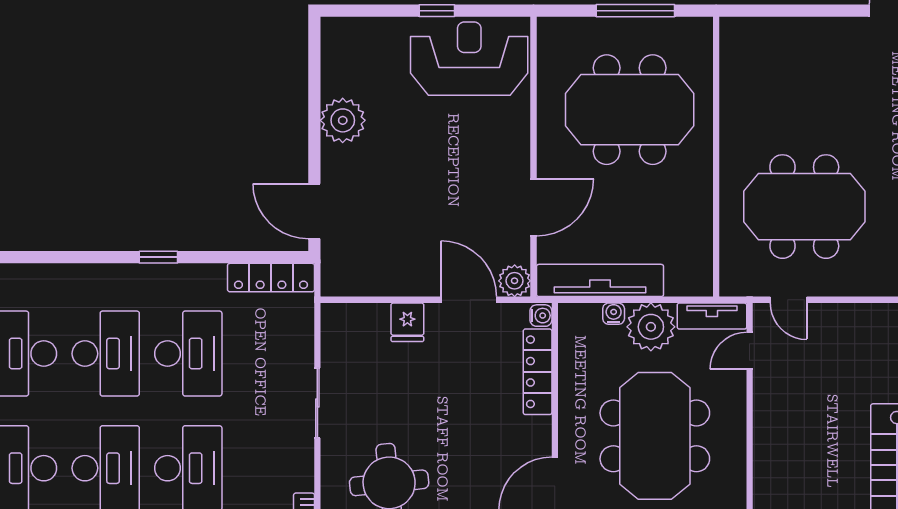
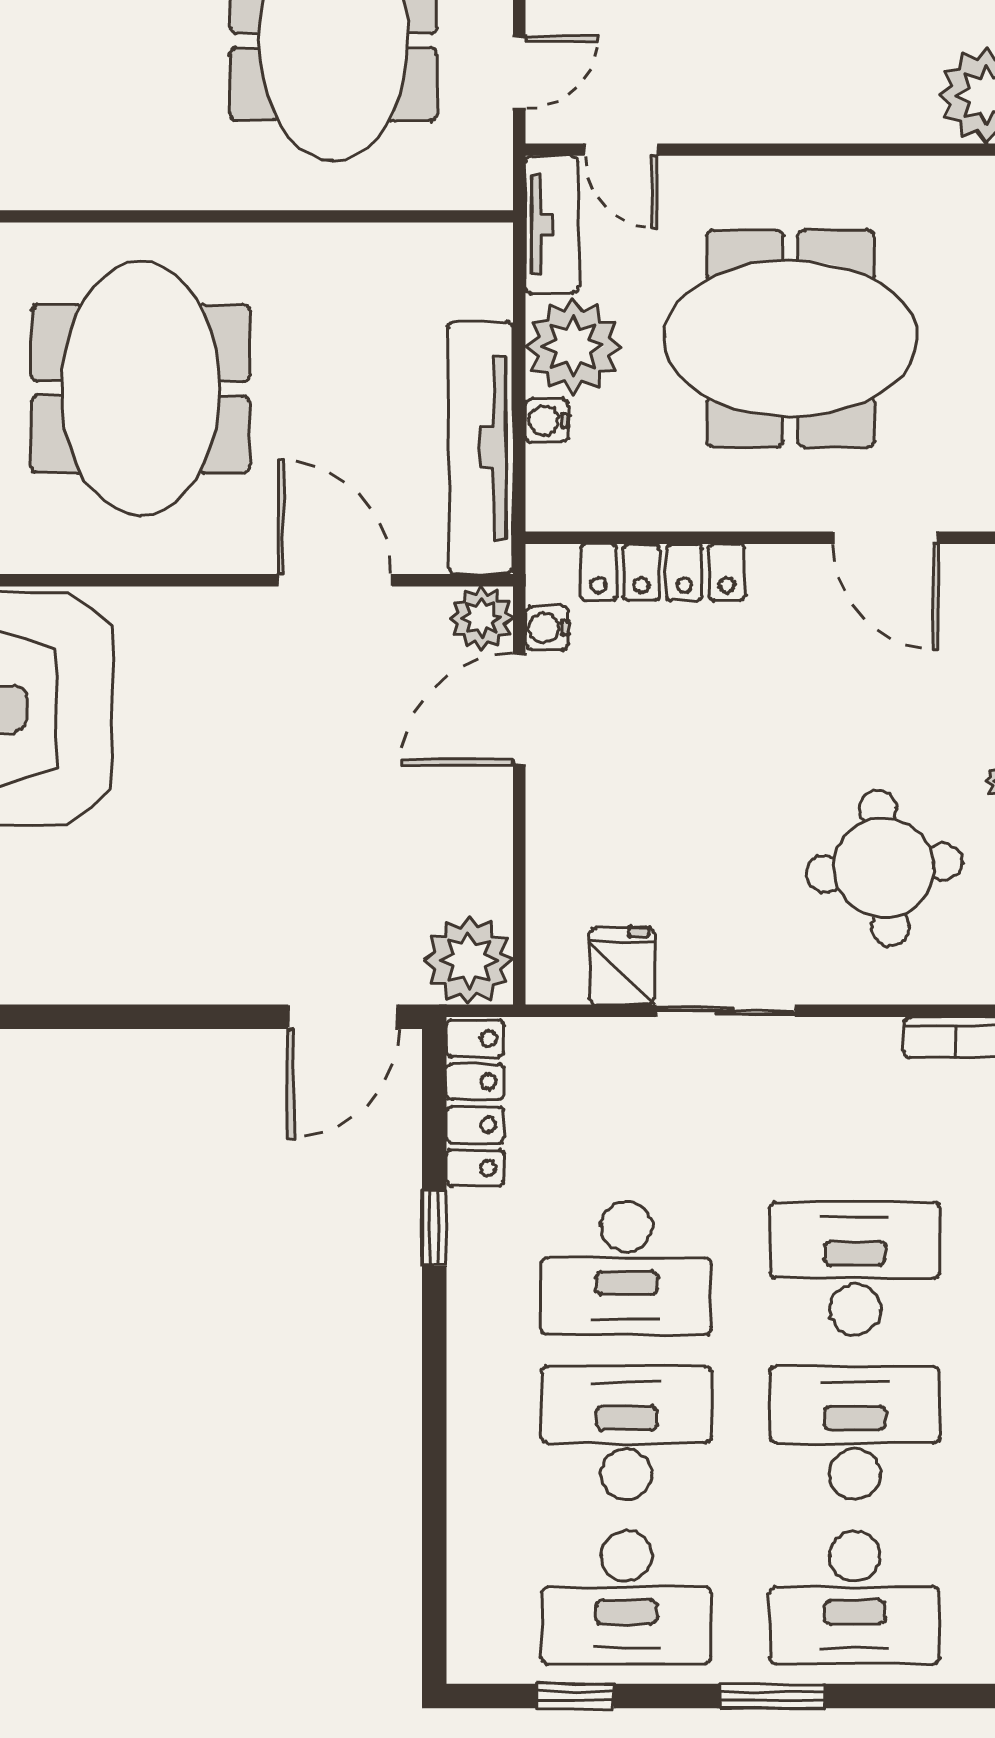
plant: (343, 120) -> (469, 960), moved
window: (158, 257) -> (434, 1228), moved
water cooler: (541, 316) -> (547, 628), moved, turned -90
fridge: (407, 322) -> (622, 966), moved, turned -90
desk: (188, 354) -> (626, 1268), turned 180

